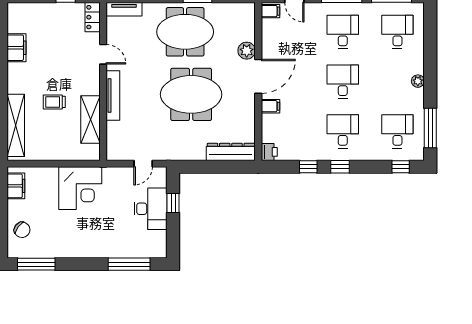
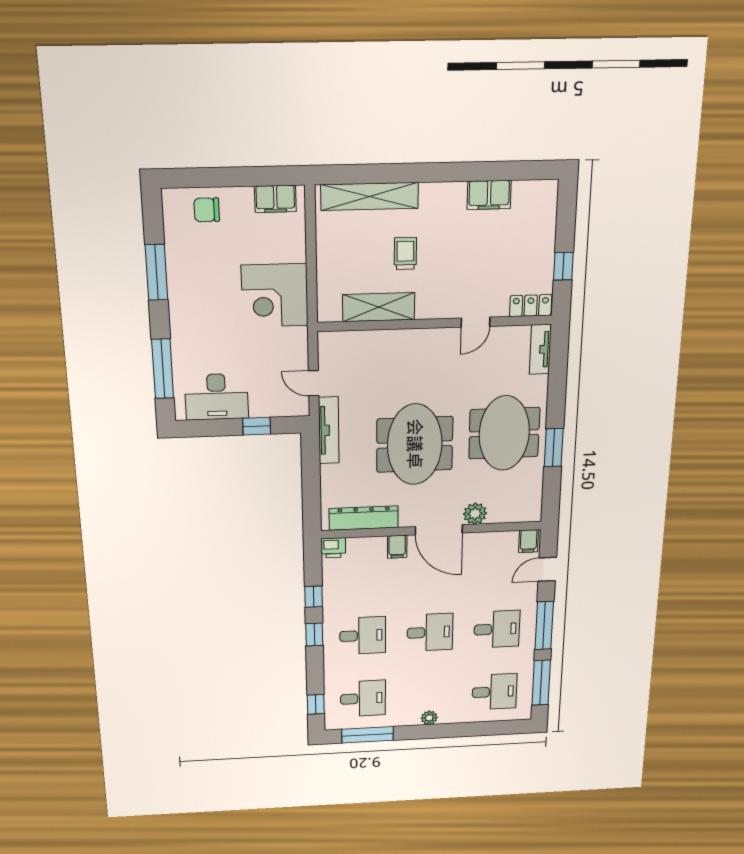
tv unit: (113, 95) -> (329, 430), moved, turned -90
dresser: (231, 152) -> (364, 518), moved, turned -90
desk: (151, 209) -> (217, 397), moved
chair: (22, 230) -> (207, 210), turned 53
window: (36, 264) -> (156, 272), moved

